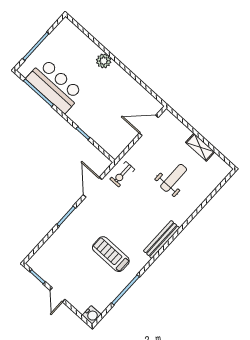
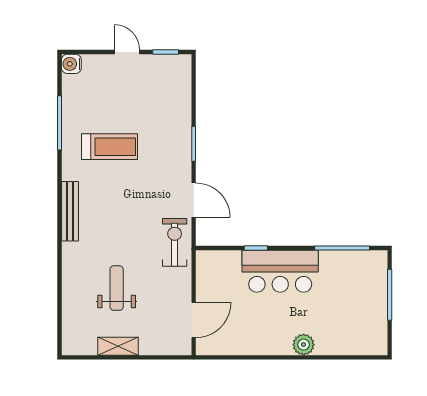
bar counter: (55, 86) -> (280, 271), moved
exercise bike: (122, 174) -> (175, 242), width x1.38, depth x1.39
weight bench: (174, 178) -> (117, 288), turned 180

